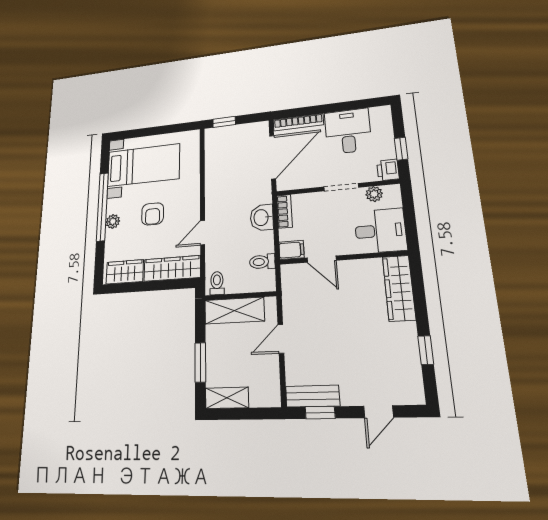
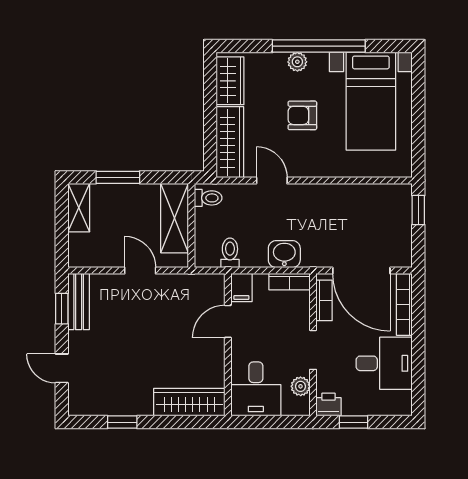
bookcase: (299, 183) -> (324, 300), added

